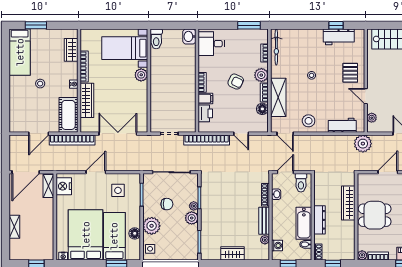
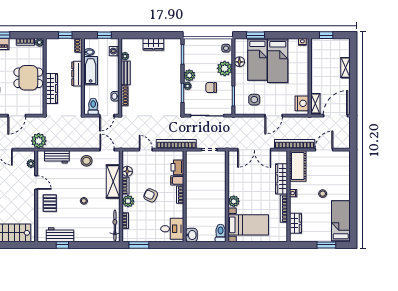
bed: (86, 235) -> (278, 61), width x0.67

